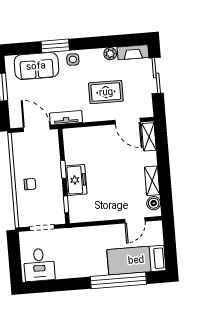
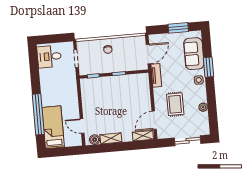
fireplace: (133, 52) -> (204, 124), removed
freezer: (76, 180) -> (111, 83), removed

